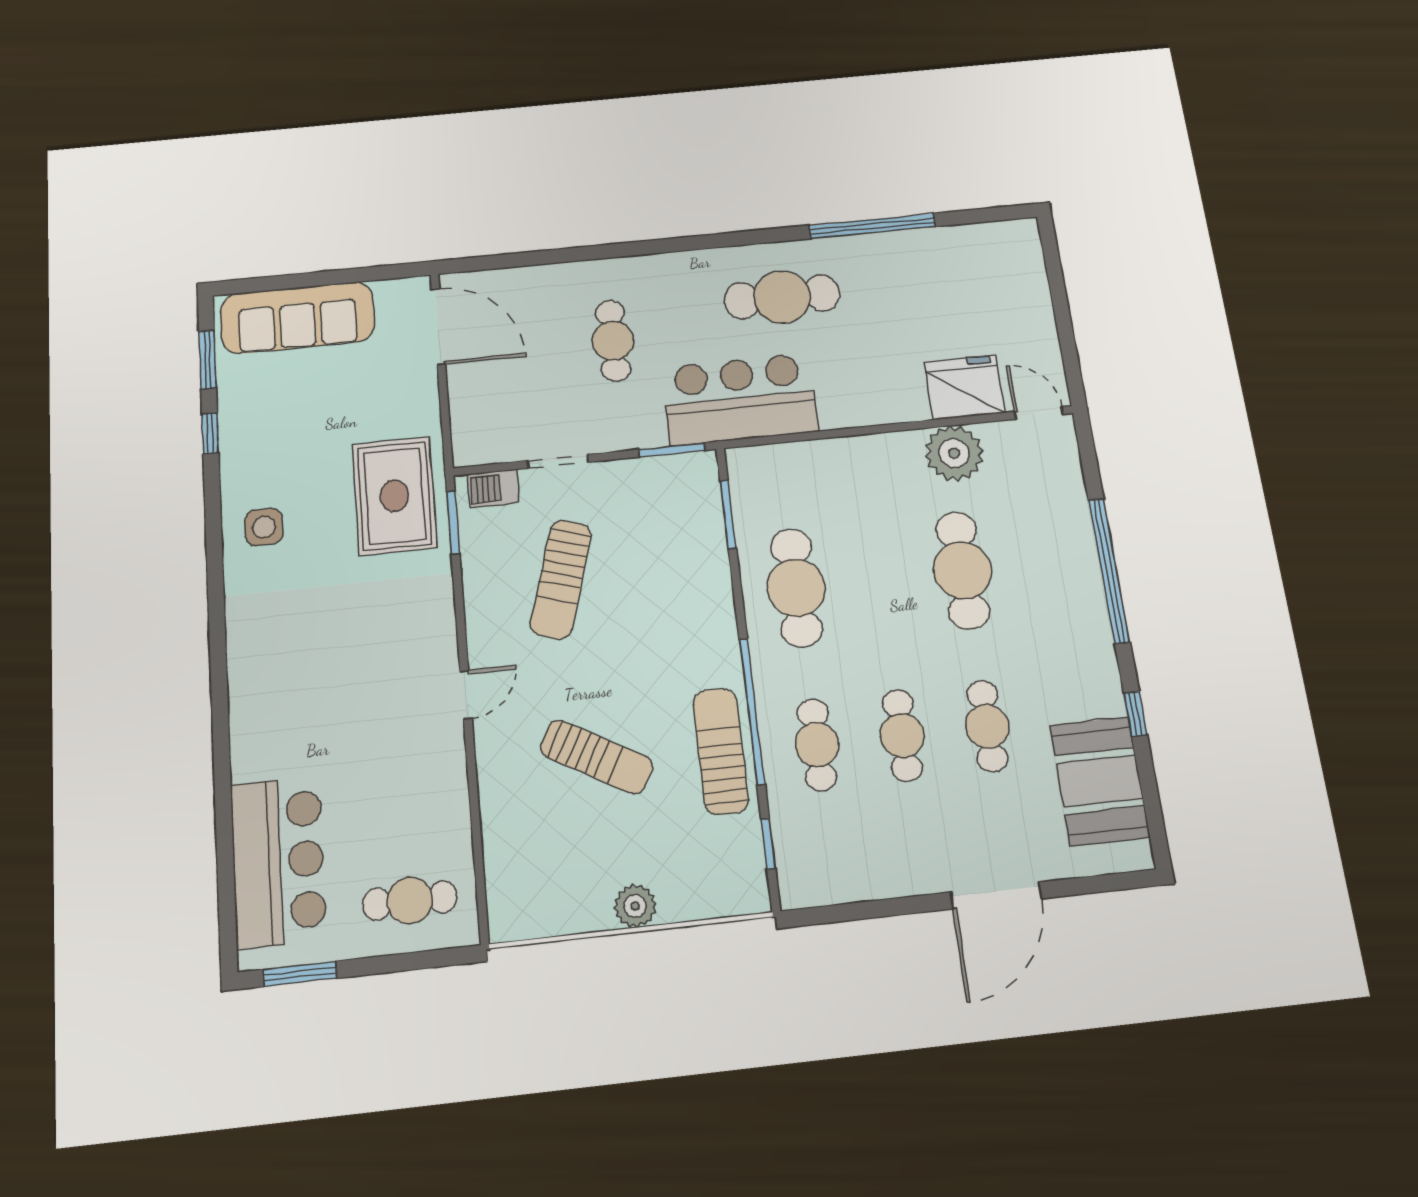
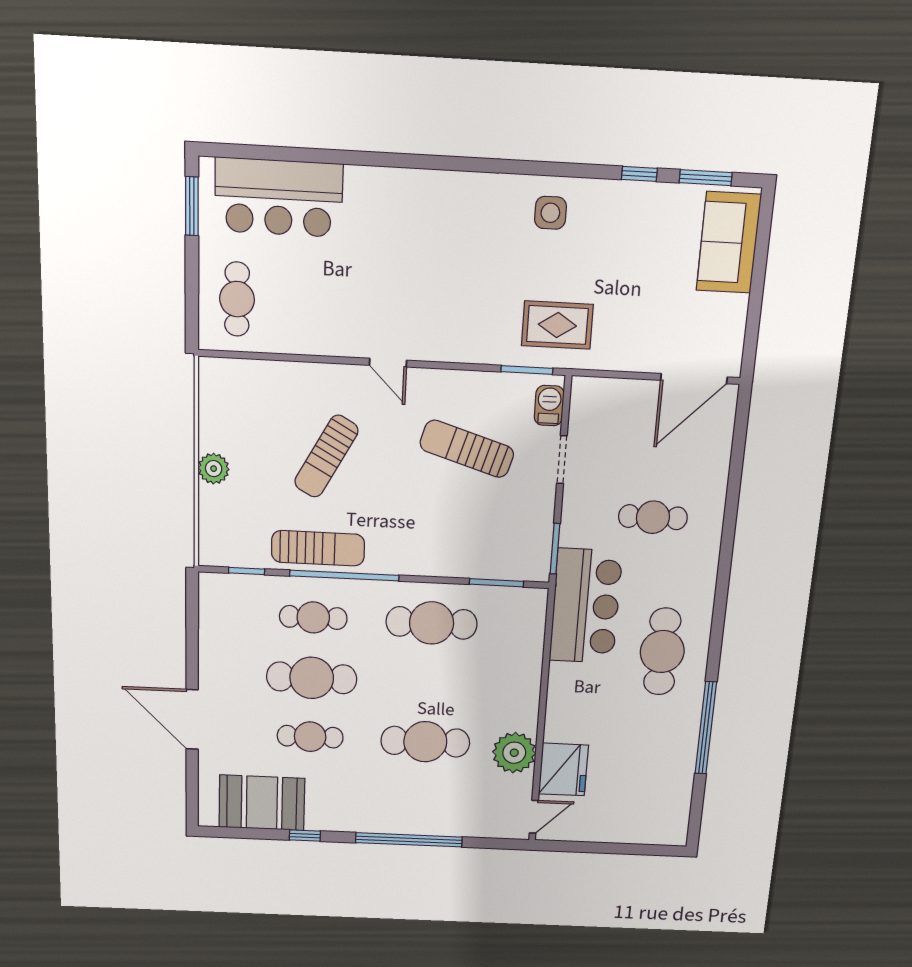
sofa: (297, 318) -> (729, 243), width x0.73
rug: (395, 496) -> (557, 325), width x0.73, depth x0.70
cafe table: (902, 735) -> (312, 678), width x1.37, depth x1.35

